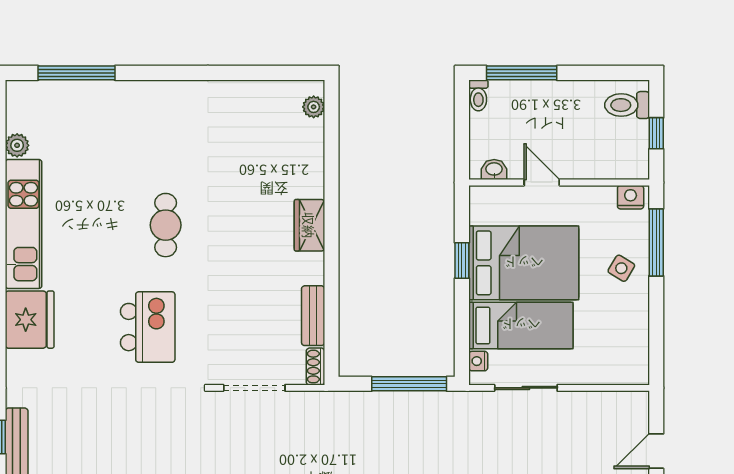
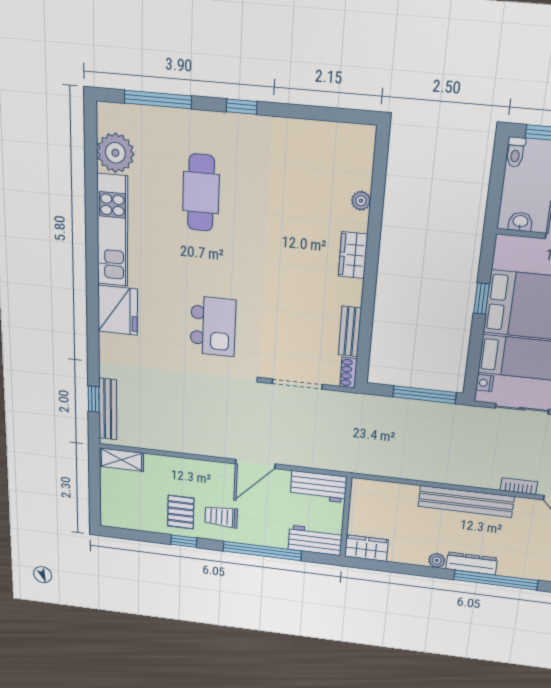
window: (172, 73) -> (242, 107), added
plant: (314, 107) -> (361, 201), moved
plant: (17, 145) -> (115, 153), width x1.87, depth x1.87
cafe table: (166, 225) -> (201, 193), moved, width x1.37, depth x1.35

